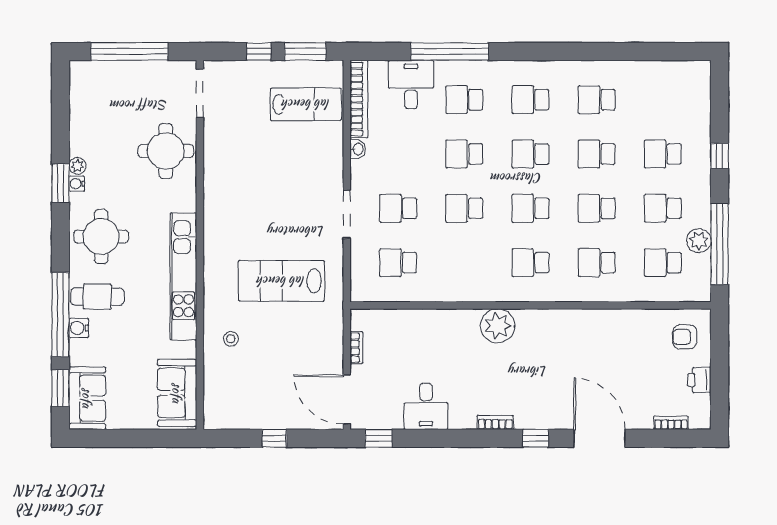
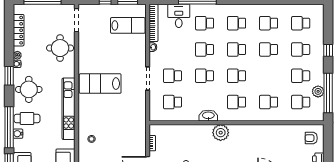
locker: (80, 114) -> (19, 30), added
window: (60, 183) -> (9, 76), moved
school desk: (597, 208) -> (301, 23), moved
lab bench: (281, 281) -> (100, 84), moved
washbasin: (472, 291) -> (208, 116), added

